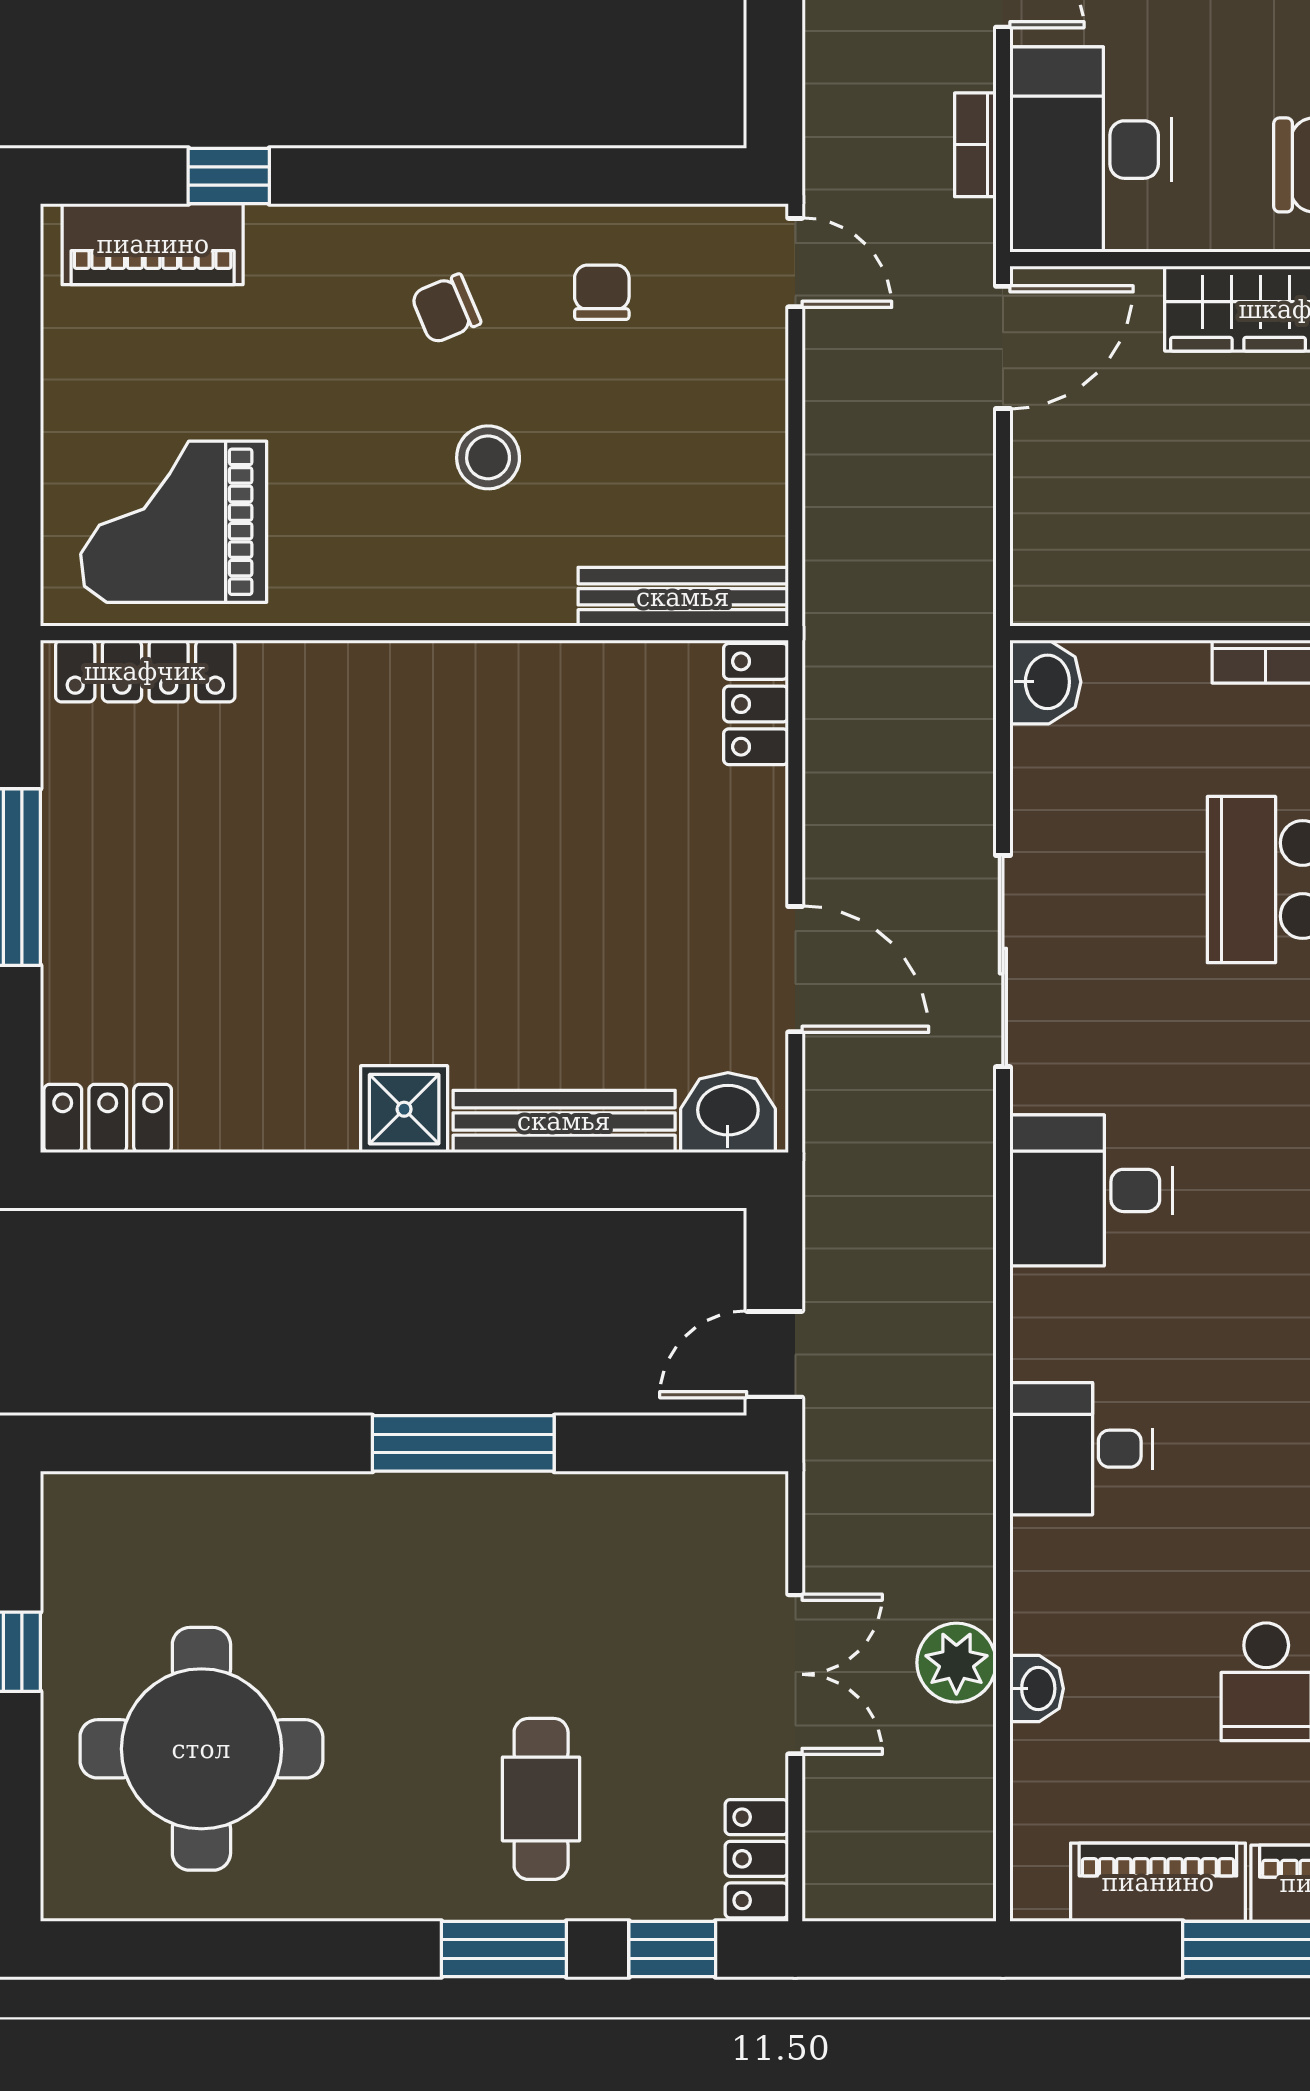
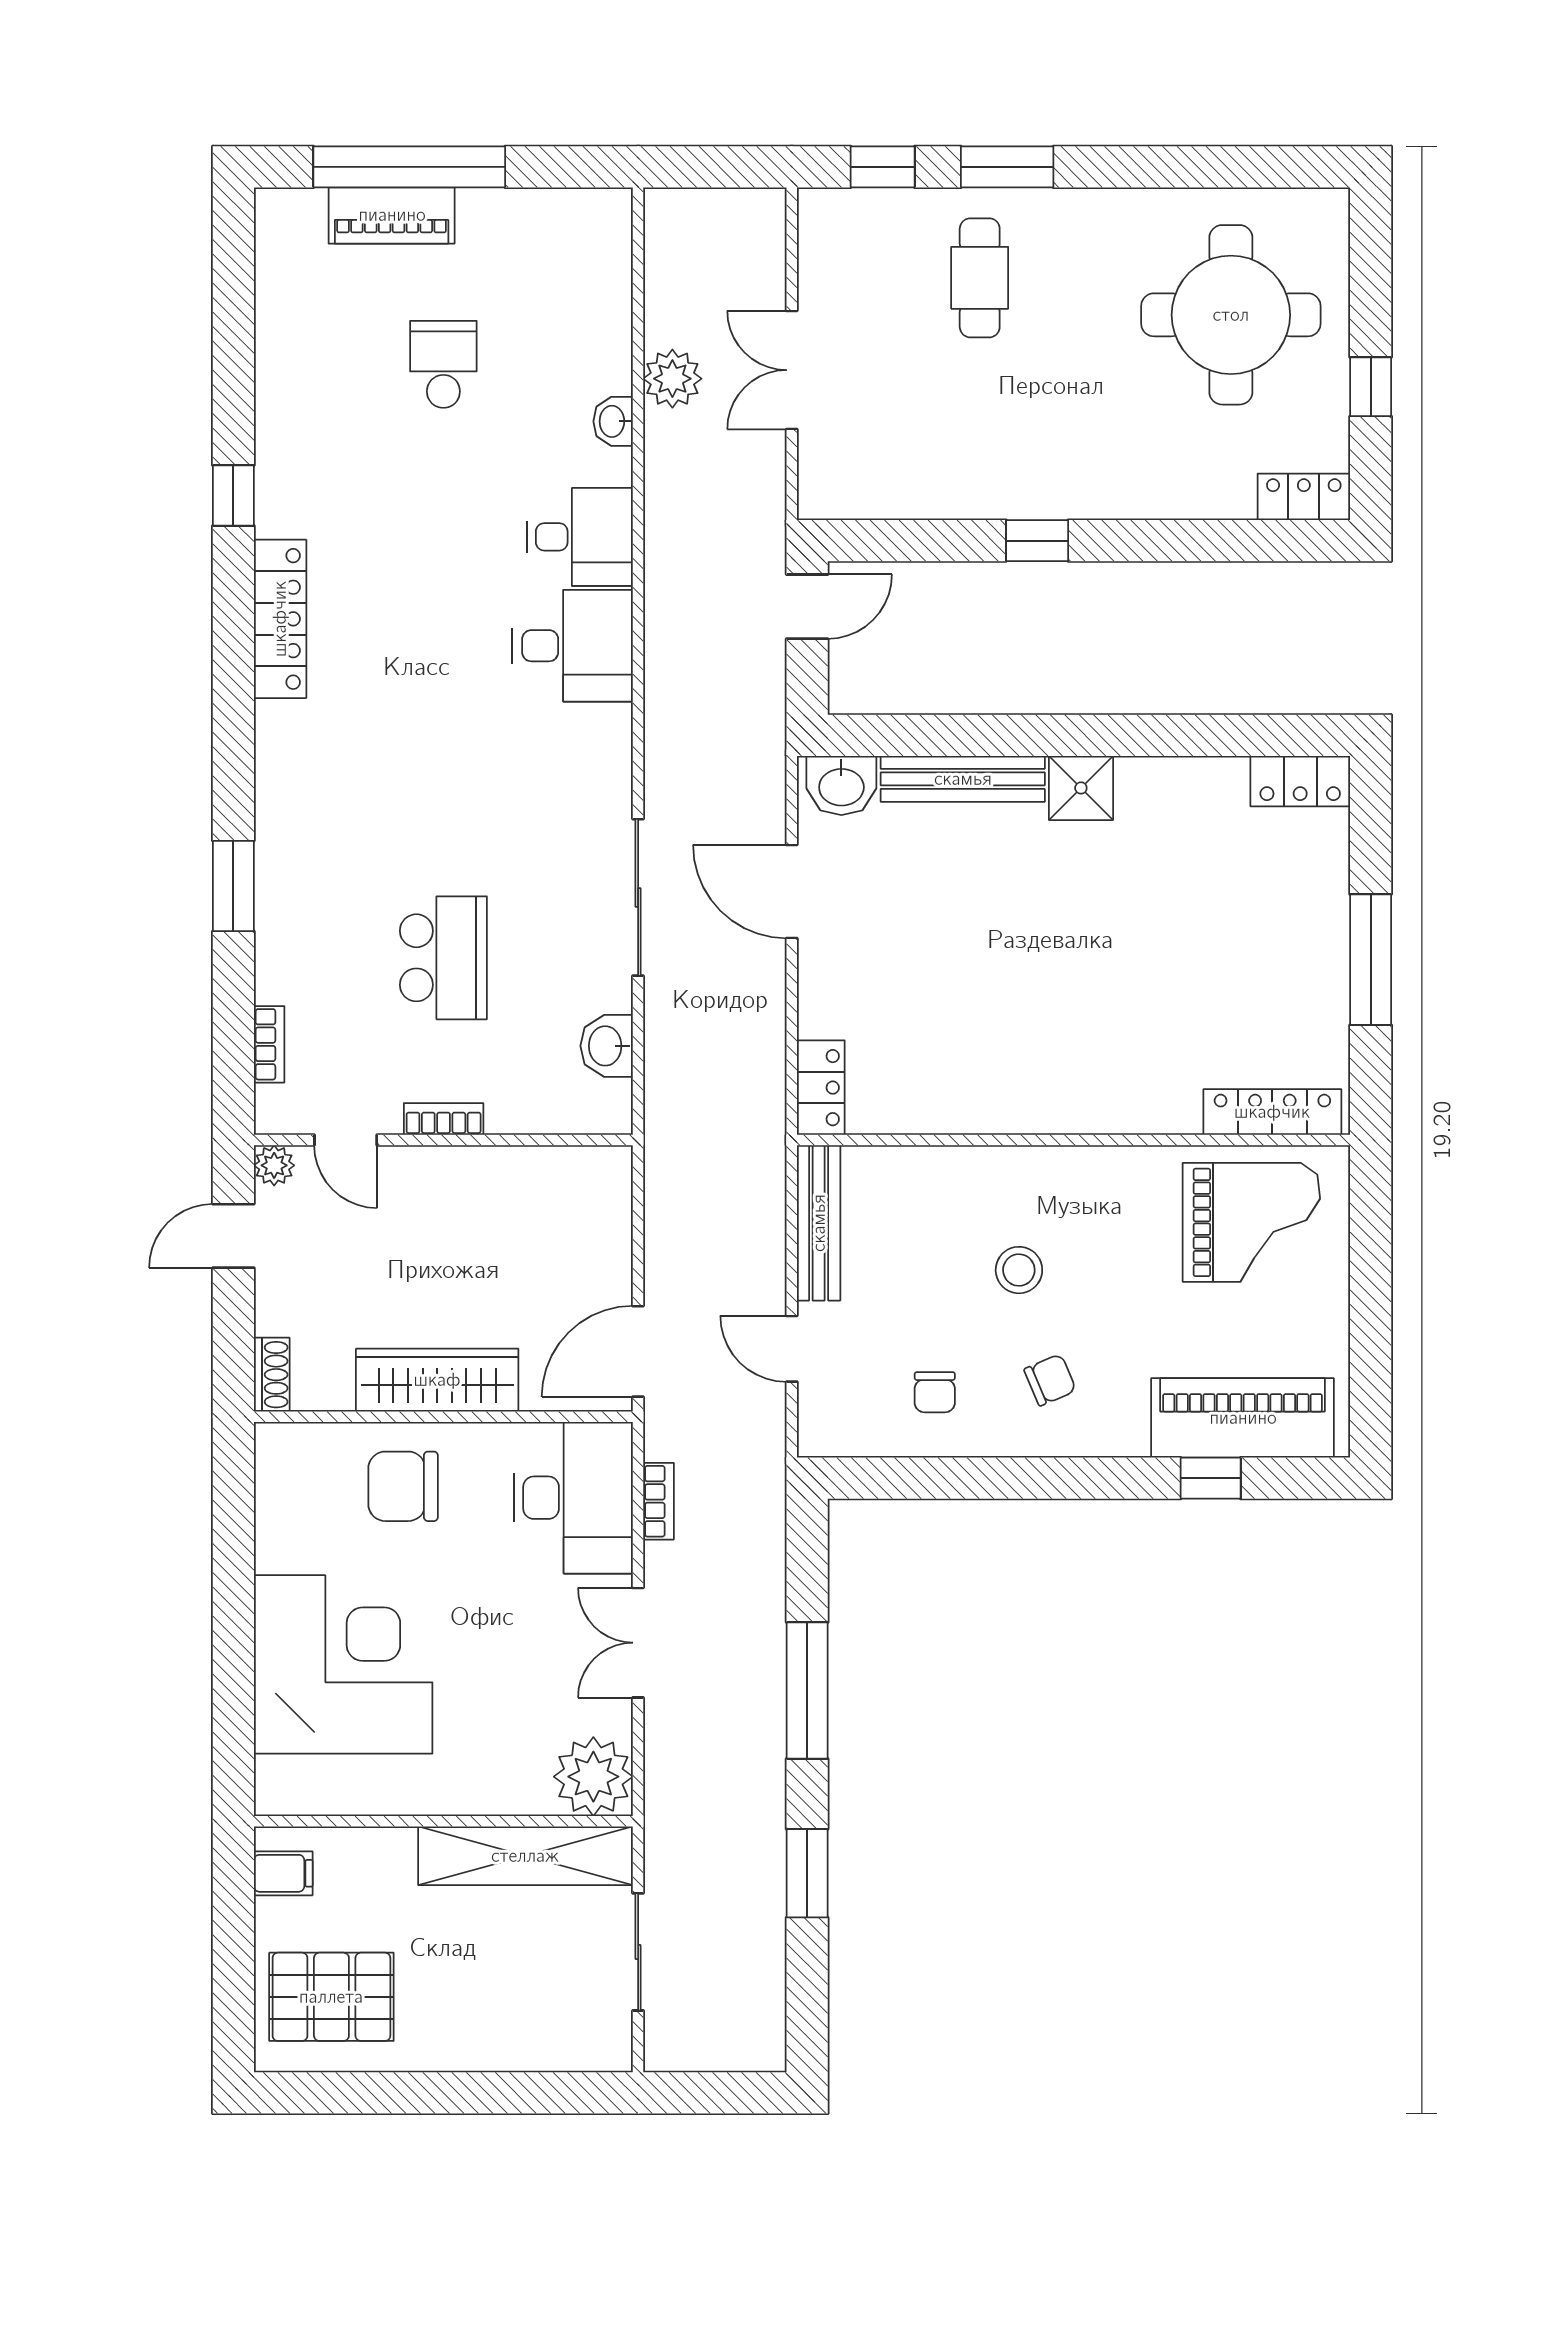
piano: (153, 244) -> (1243, 1418), width x1.37, depth x1.33
door: (795, 263) -> (792, 1349), moved
bench: (683, 597) -> (819, 1223), moved, turned 90
washbasin: (1045, 682) -> (607, 1046), moved
desk: (1091, 1190) -> (573, 646), moved
window: (463, 1443) -> (1037, 541), width x0.46
washbasin: (1037, 1689) -> (613, 421), moved
locker: (757, 1859) -> (1304, 497), moved, turned -90
piano: (1158, 1882) -> (523, 216), removed

